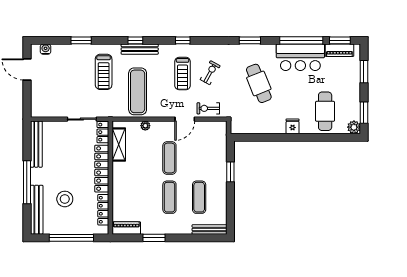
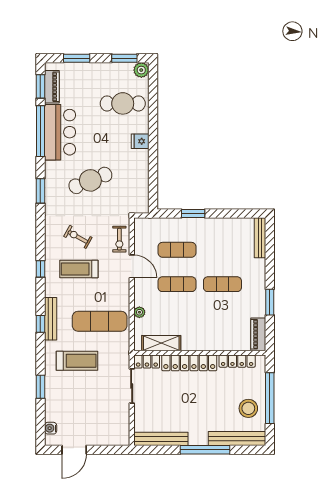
treadmill: (183, 74) -> (79, 269), turned 180
exercise mat: (199, 197) -> (177, 250), moved
stool: (65, 199) -> (248, 408), moved

